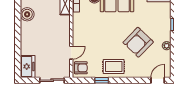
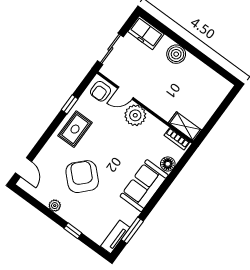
boiler: (27, 14) -> (176, 54), moved
plant: (80, 37) -> (135, 115), added
door: (71, 53) -> (125, 93), hinge flipped

